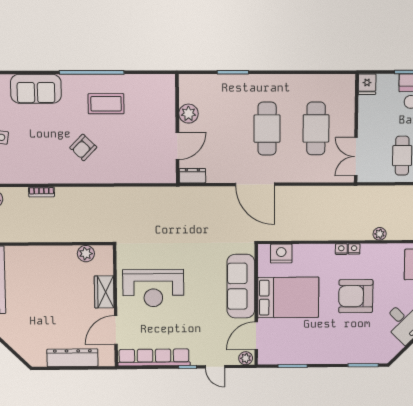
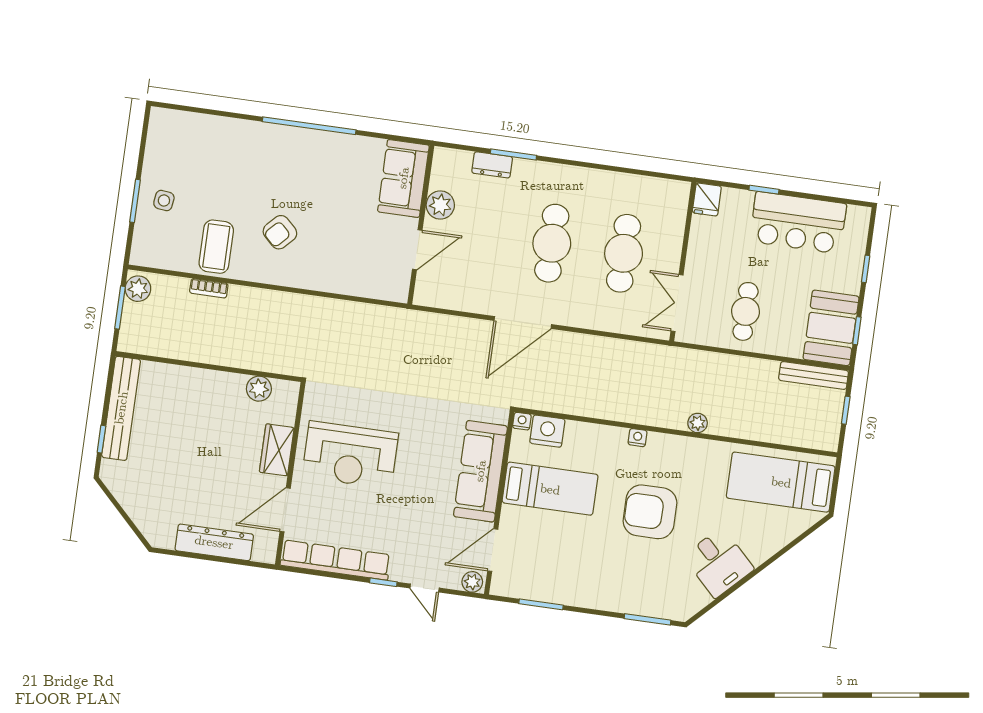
sofa: (36, 89) -> (403, 178), moved, turned 90
coffee table: (106, 104) -> (216, 247), moved, turned 90
dresser: (192, 176) -> (492, 165), moved, turned 180
door: (255, 184) -> (523, 322), hinge flipped
nightstand: (354, 249) -> (522, 421), moved
bed: (288, 297) -> (550, 489), width x0.67

